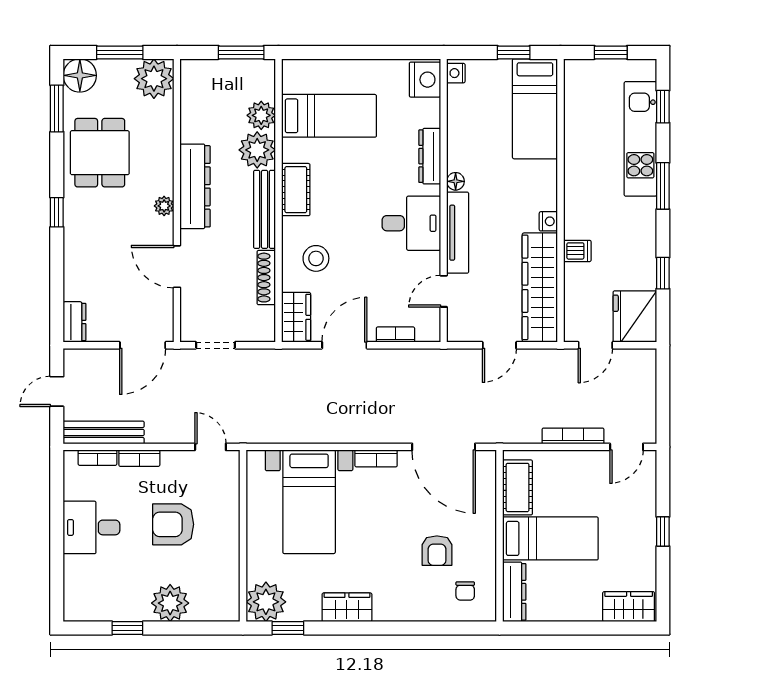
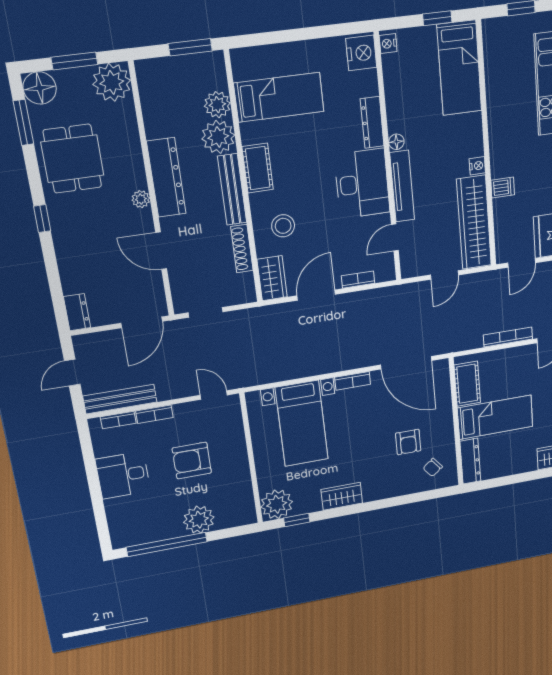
desk: (411, 223) -> (362, 184), width x1.37
chair: (465, 591) -> (433, 467), turned 52
window: (127, 628) -> (167, 545), width x3.17

